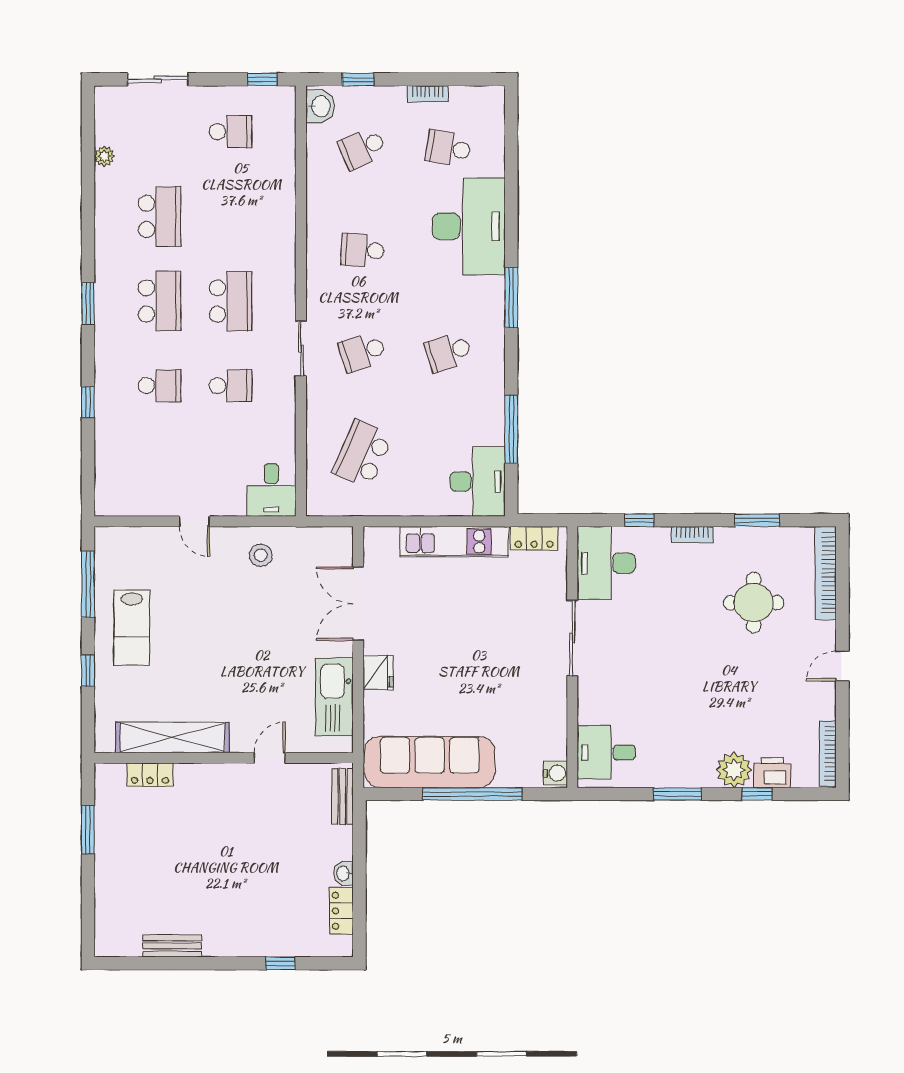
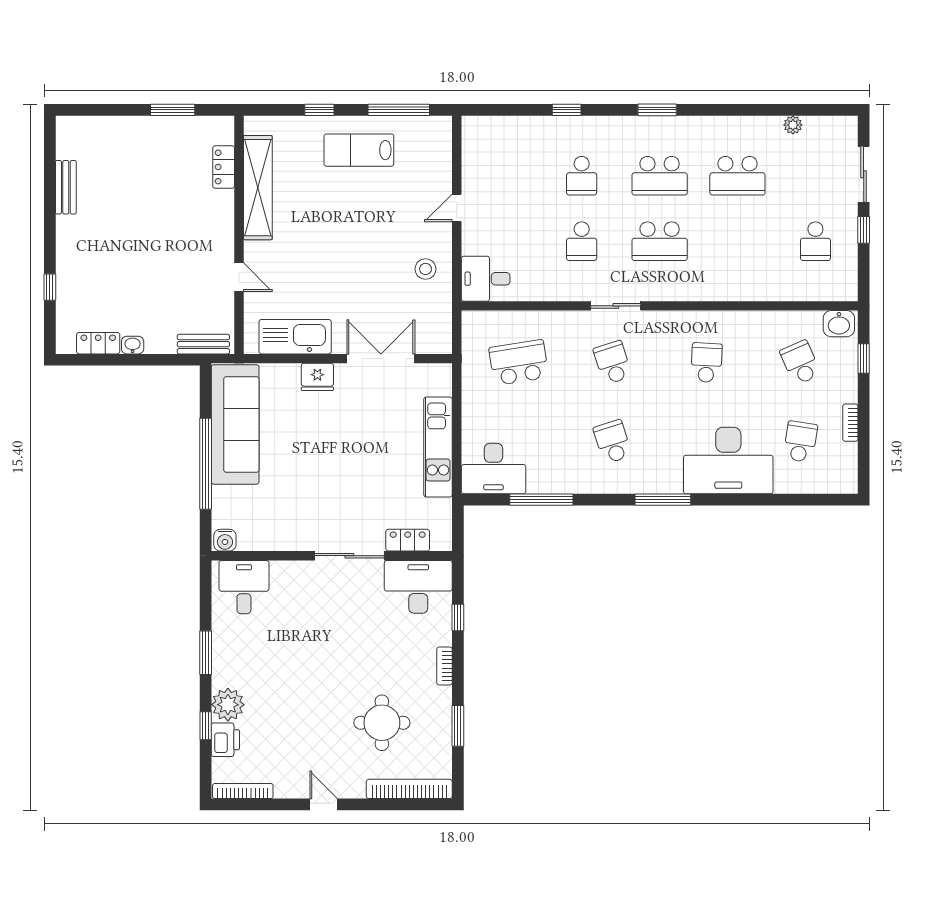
window: (262, 79) -> (864, 230), moved
school desk: (362, 454) -> (519, 363), turned -33
locker: (534, 538) -> (408, 540), moved, turned 90

